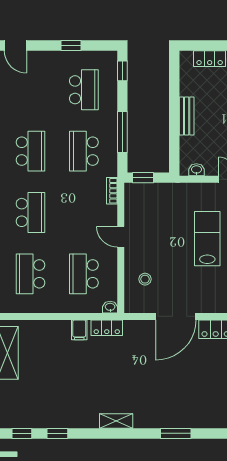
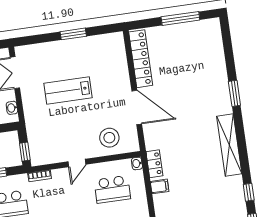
stool: (145, 279) -> (109, 138), width x1.89, depth x1.89
shelving: (116, 421) -> (229, 145), width x2.20, depth x1.33

